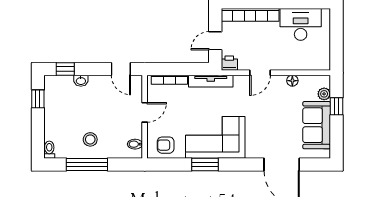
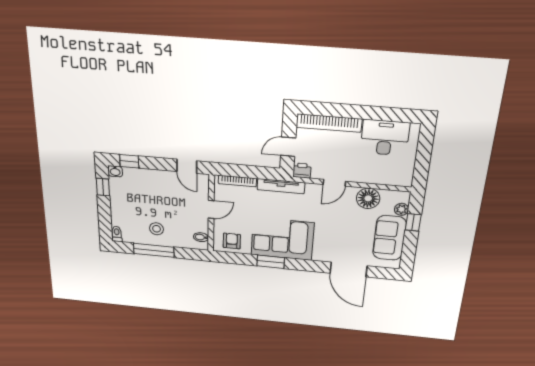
washbasin: (81, 81) -> (115, 171), moved
floor lamp: (292, 81) -> (368, 198), width x1.89, depth x1.89
armchair: (166, 145) -> (232, 241), turned 90

